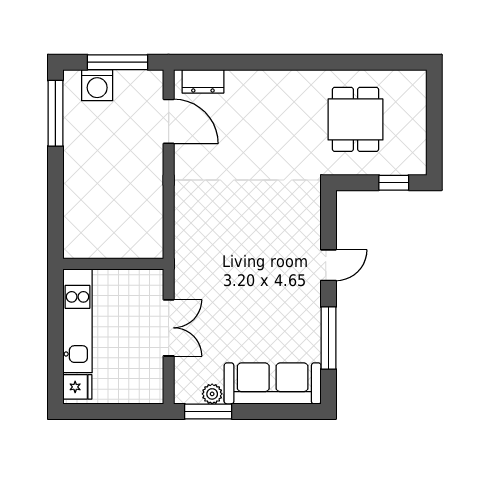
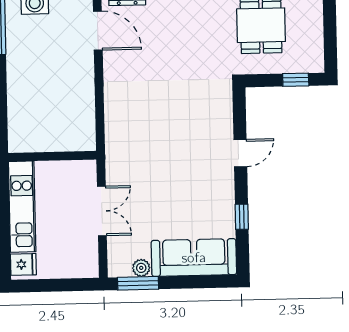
window: (328, 338) -> (242, 217), width x0.46

